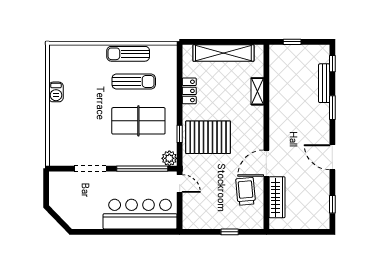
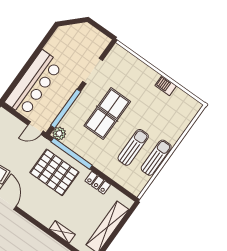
sun lounger: (134, 82) -> (133, 147), turned 180
table tennis table: (138, 121) -> (107, 114), moved
window: (180, 134) -> (72, 154), width x3.17
pallet: (208, 137) -> (54, 172), turned 90

